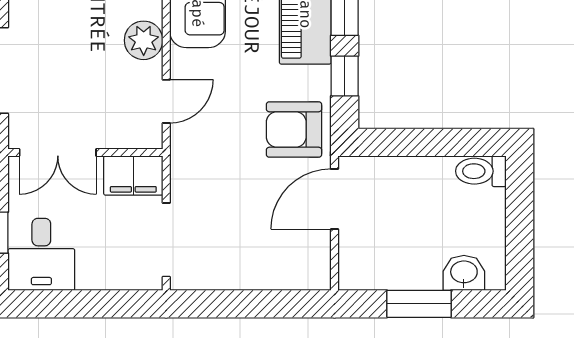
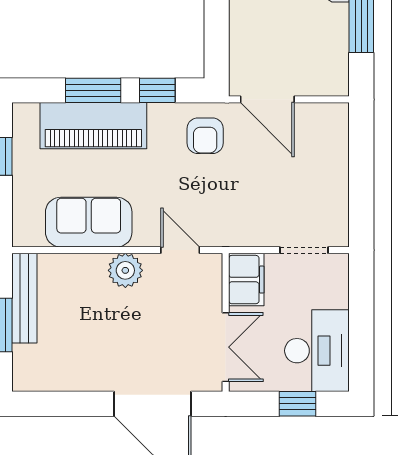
armchair: (294, 129) -> (205, 136), width x0.72, depth x0.72
doorway: (166, 240) -> (304, 250), width x0.73
desk: (41, 254) -> (317, 351), width x1.37

